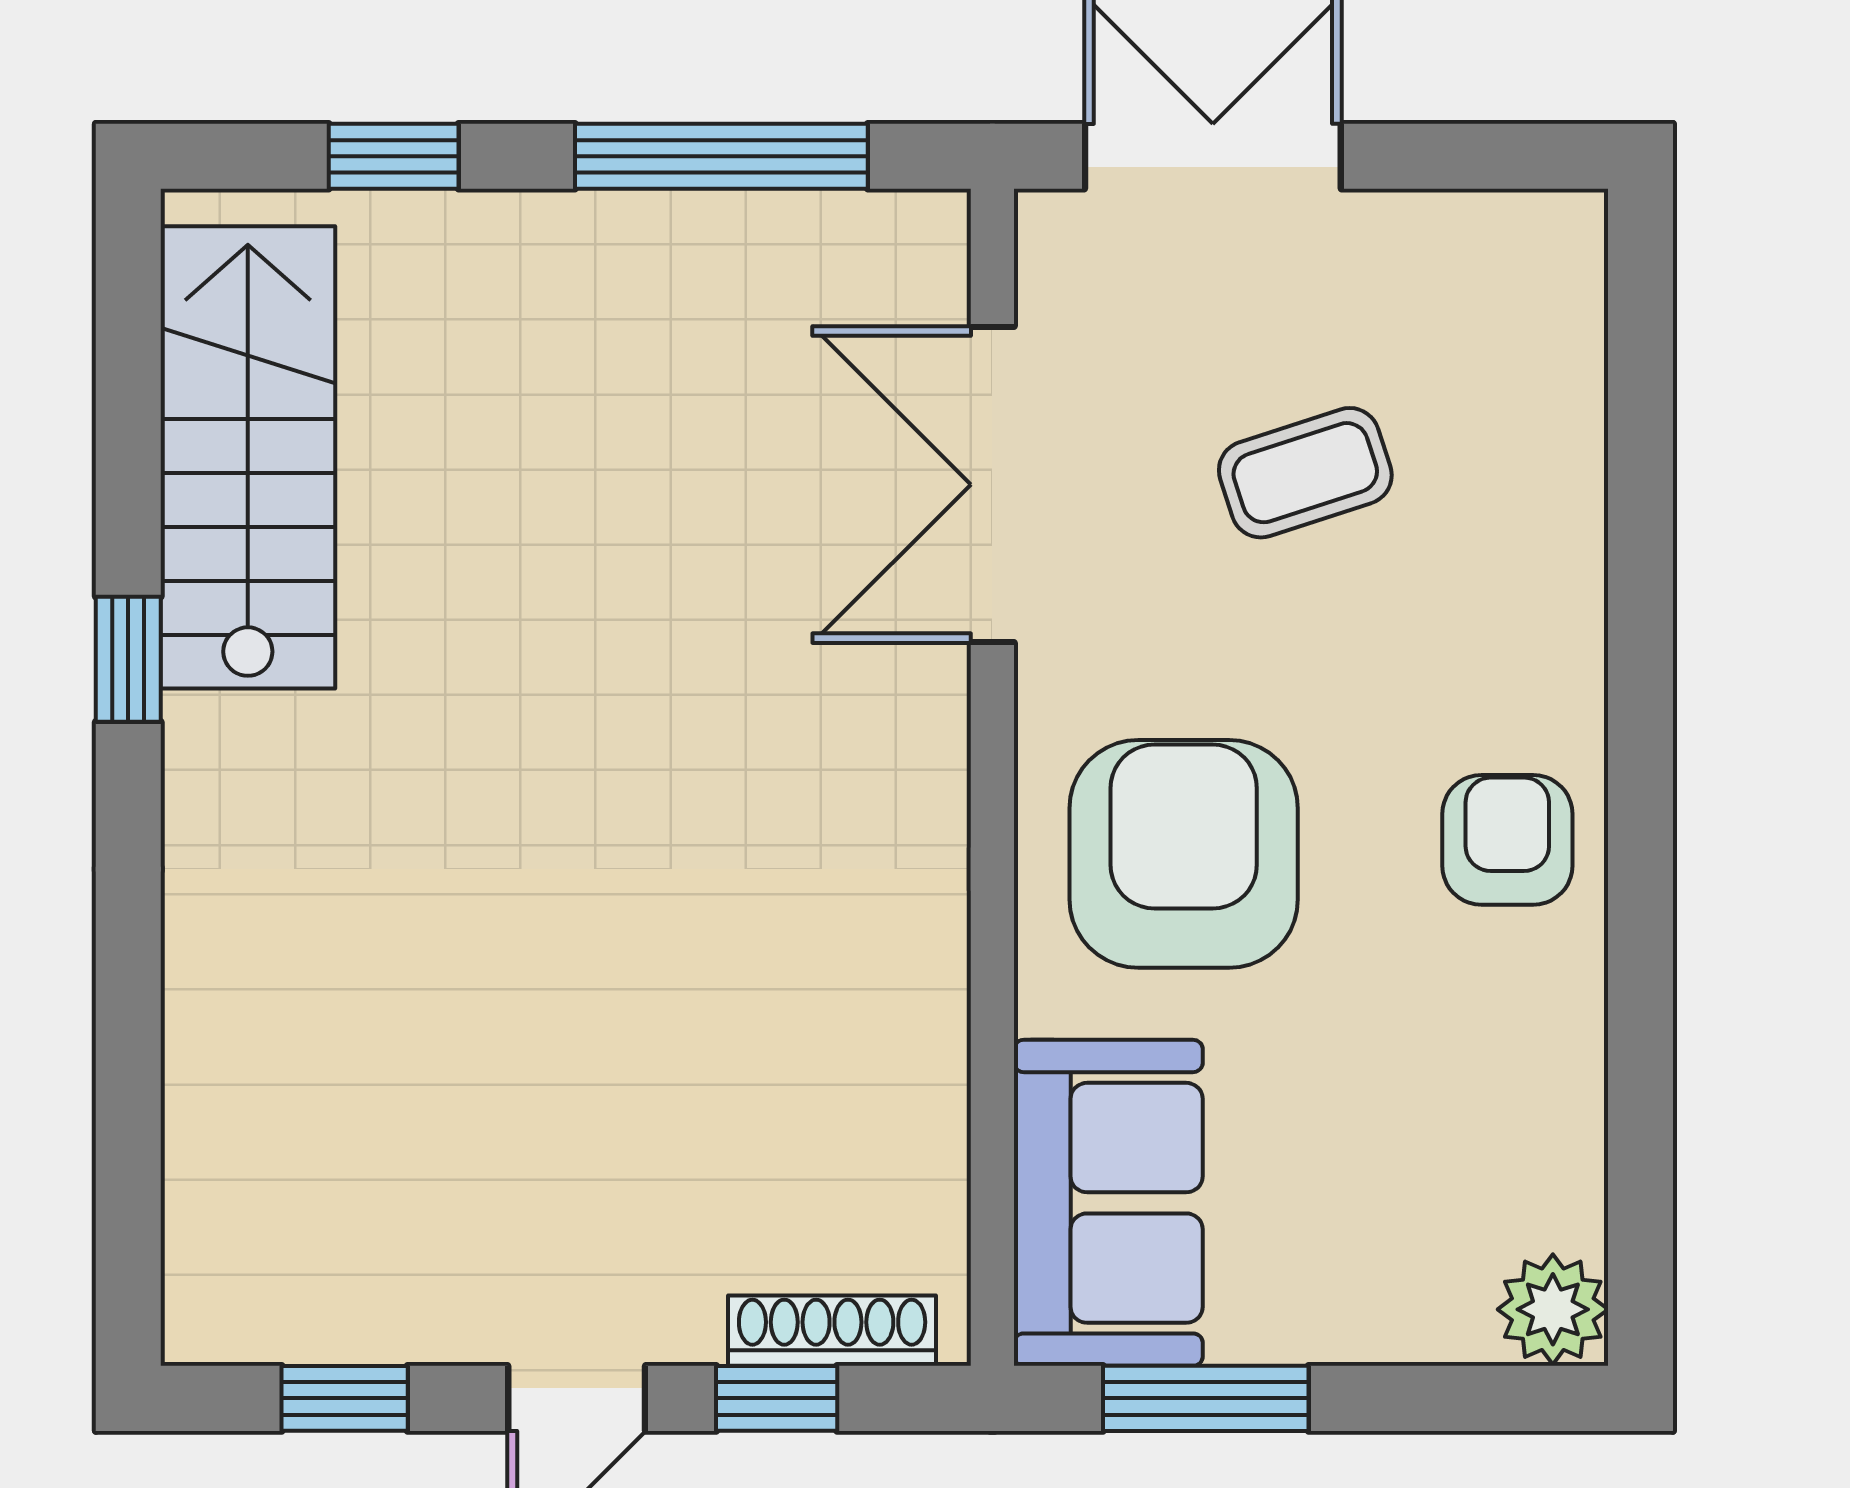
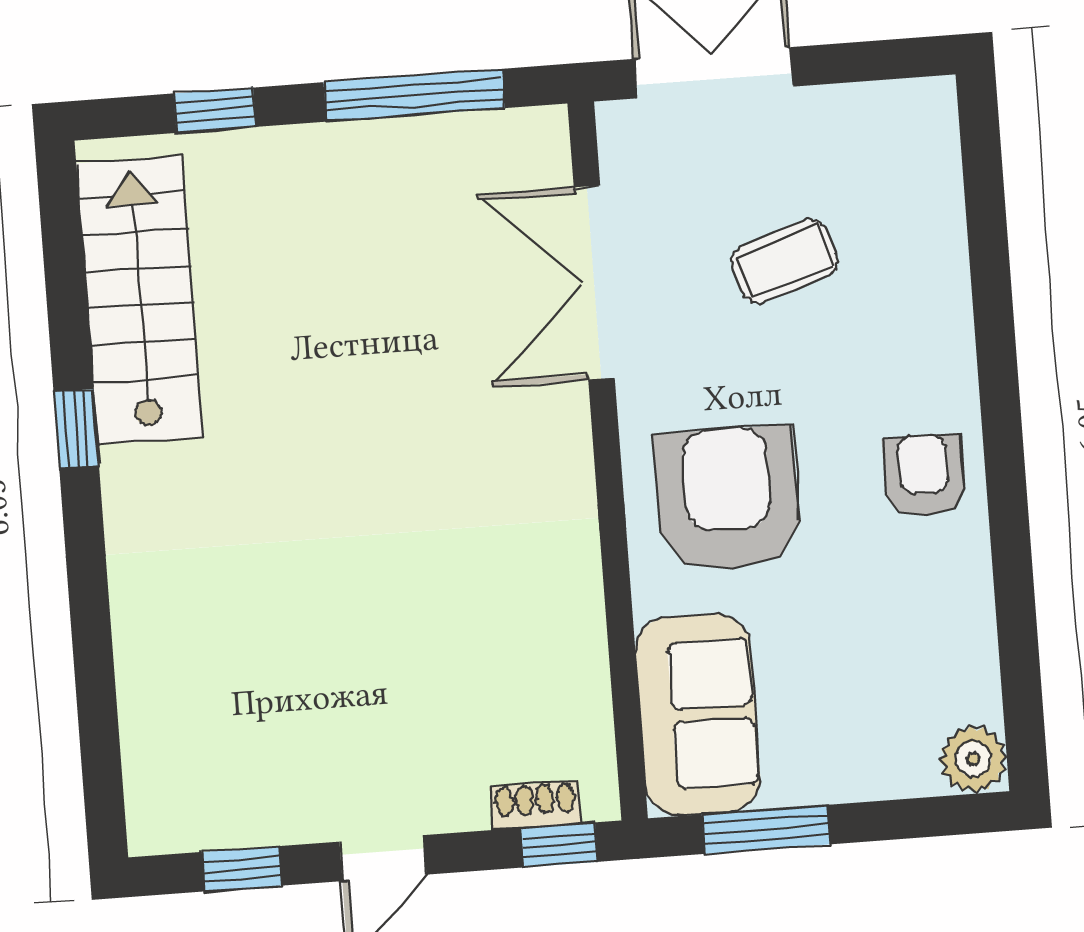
shoe rack: (832, 1331) -> (535, 805), width x0.70
window: (777, 1398) -> (559, 845), moved

